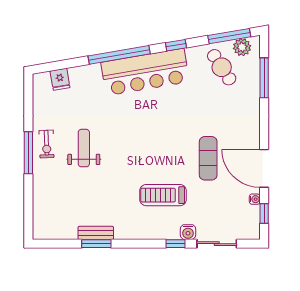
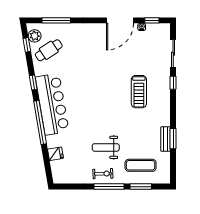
window: (229, 36) -> (27, 45), width x0.46
fridge: (60, 79) -> (55, 154), moved
exercise mat: (208, 158) -> (141, 165), moved
window: (28, 198) -> (141, 187), added
water cooler: (188, 232) -> (165, 74), removed

